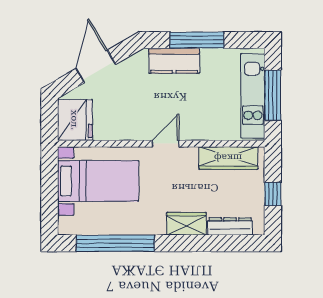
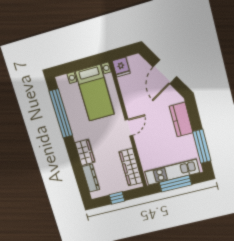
window: (197, 40) -> (202, 146), moved
door: (96, 66) -> (165, 72), swing flipped
fridge: (75, 120) -> (121, 67), width x0.53, depth x0.75
door: (165, 144) -> (129, 128), hinge flipped

